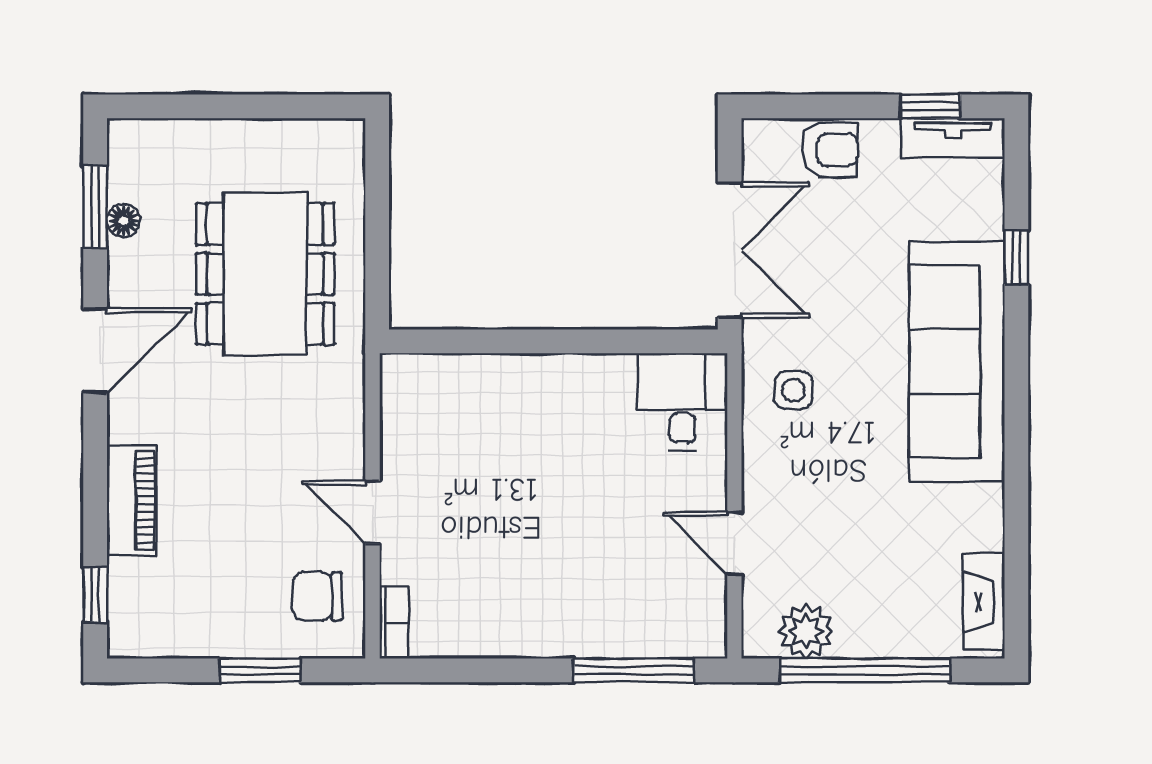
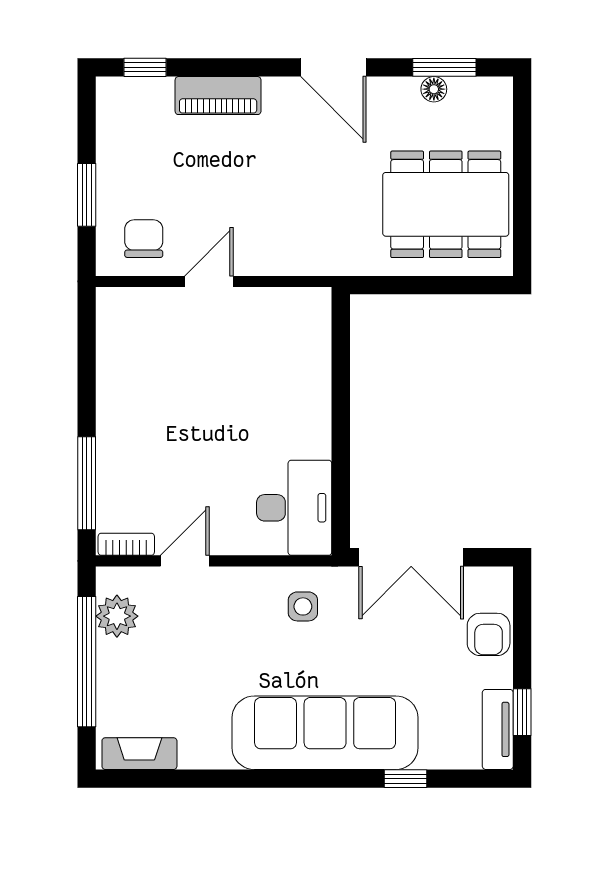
dining table: (265, 274) -> (446, 204), moved
desk: (682, 402) -> (294, 508), width x1.37
bookcase: (394, 622) -> (126, 544), moved, turned 180

